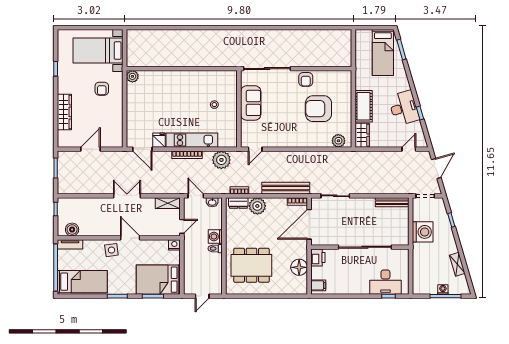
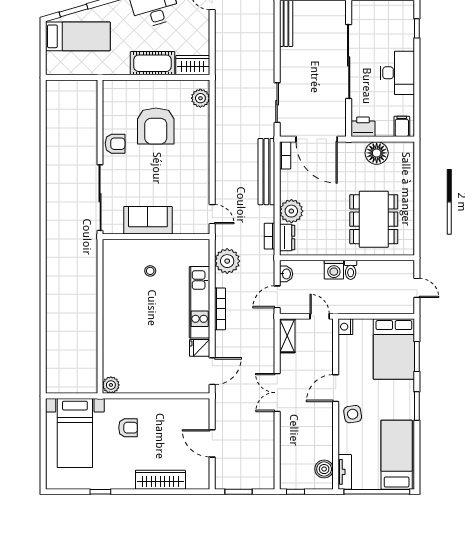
desk: (385, 282) -> (397, 73), moved

